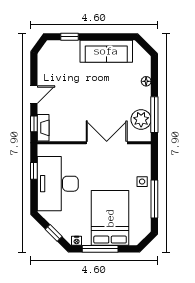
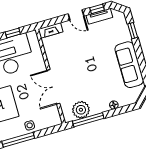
tv unit: (43, 69) -> (99, 16), added
window: (34, 124) -> (97, 9), moved
double door: (107, 143) -> (53, 87), swing flipped

